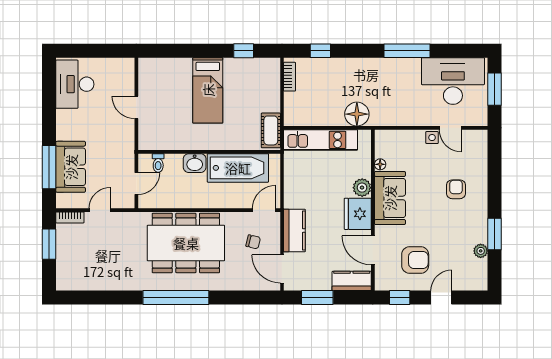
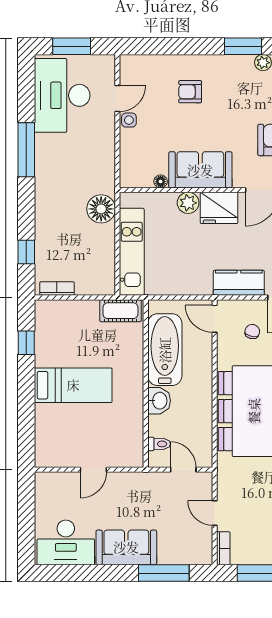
sofa: (71, 167) -> (126, 547), moved

